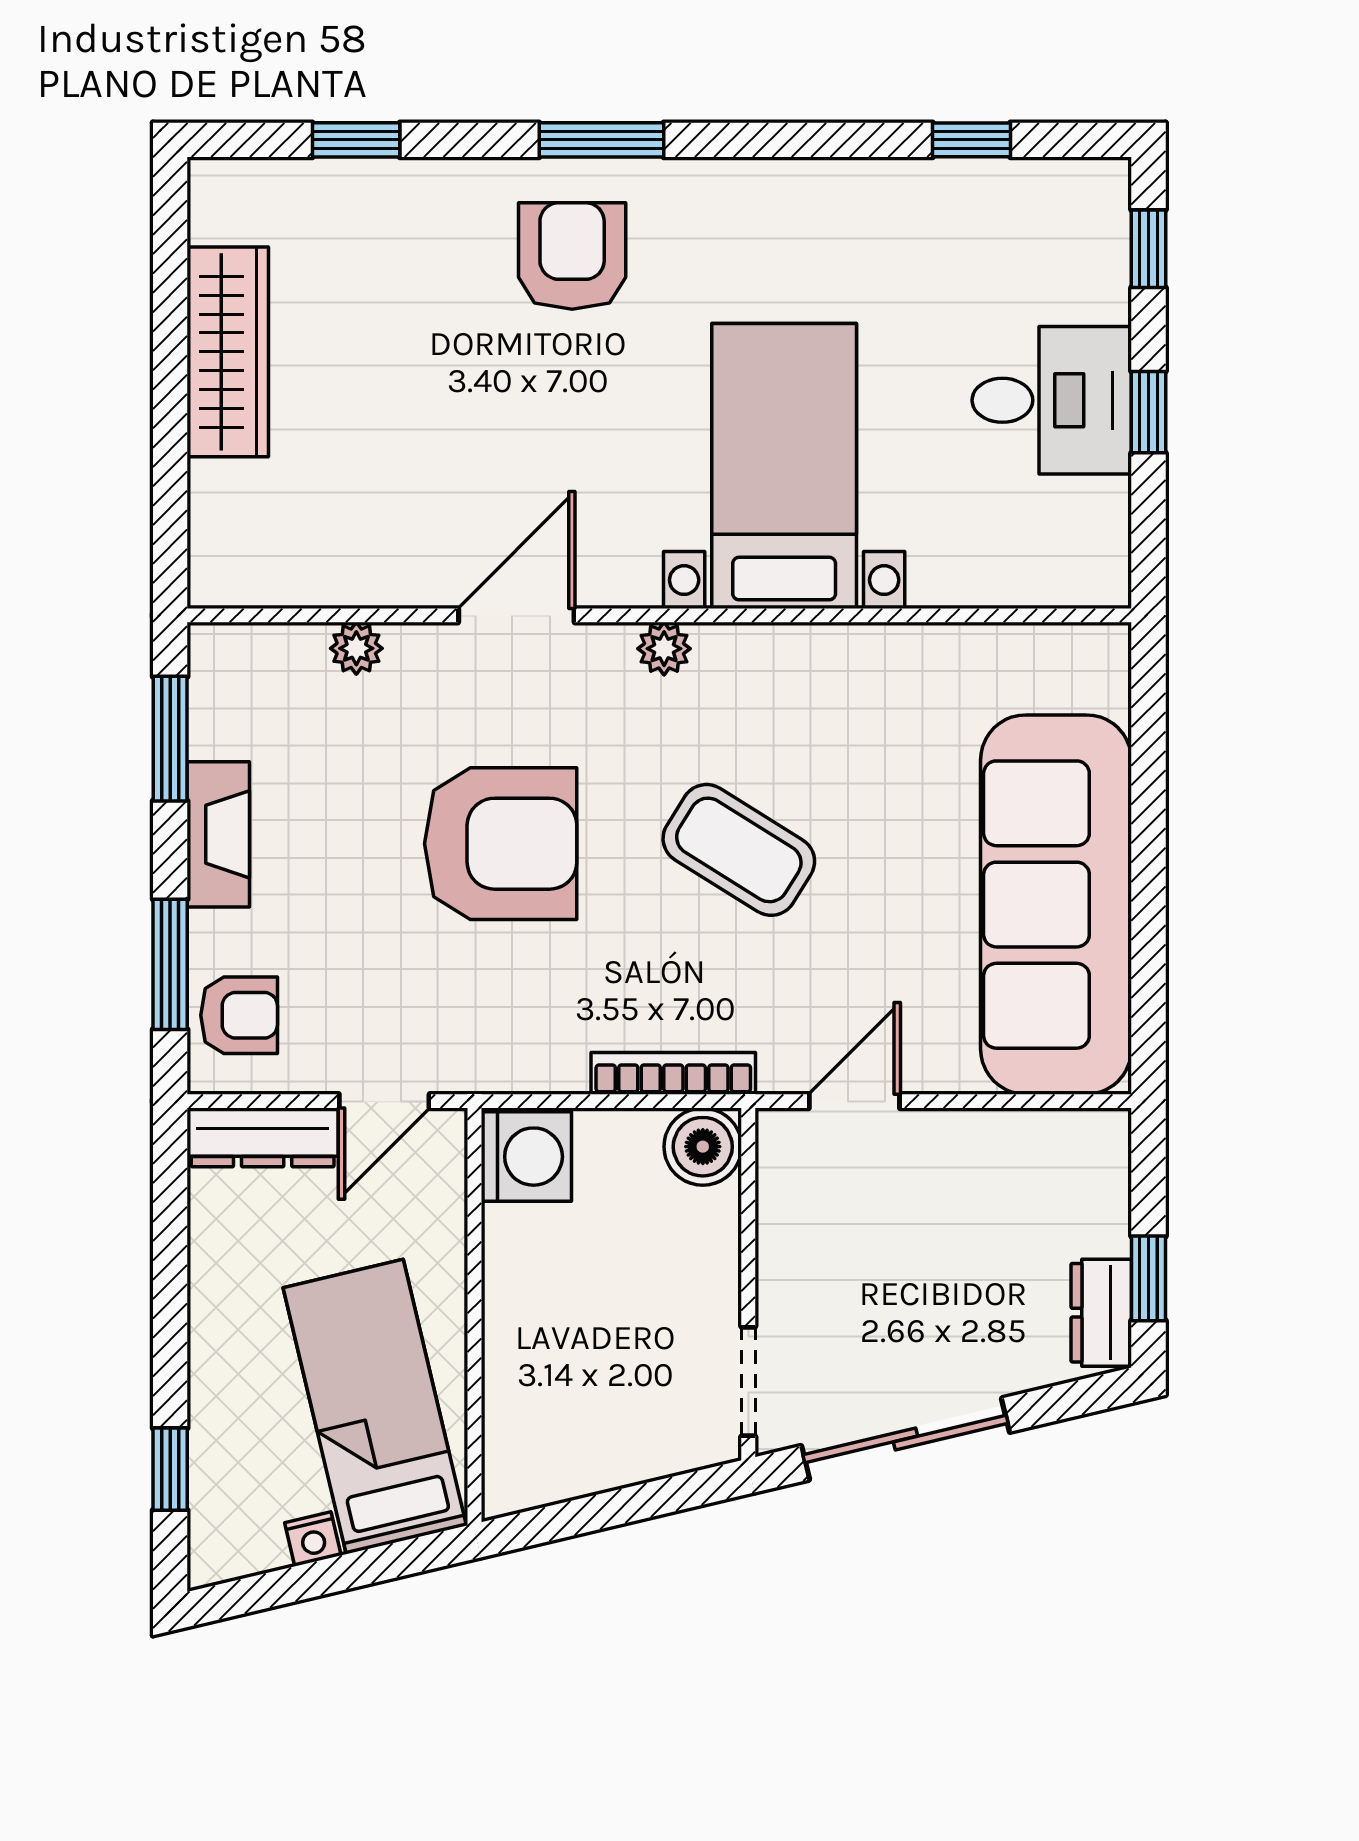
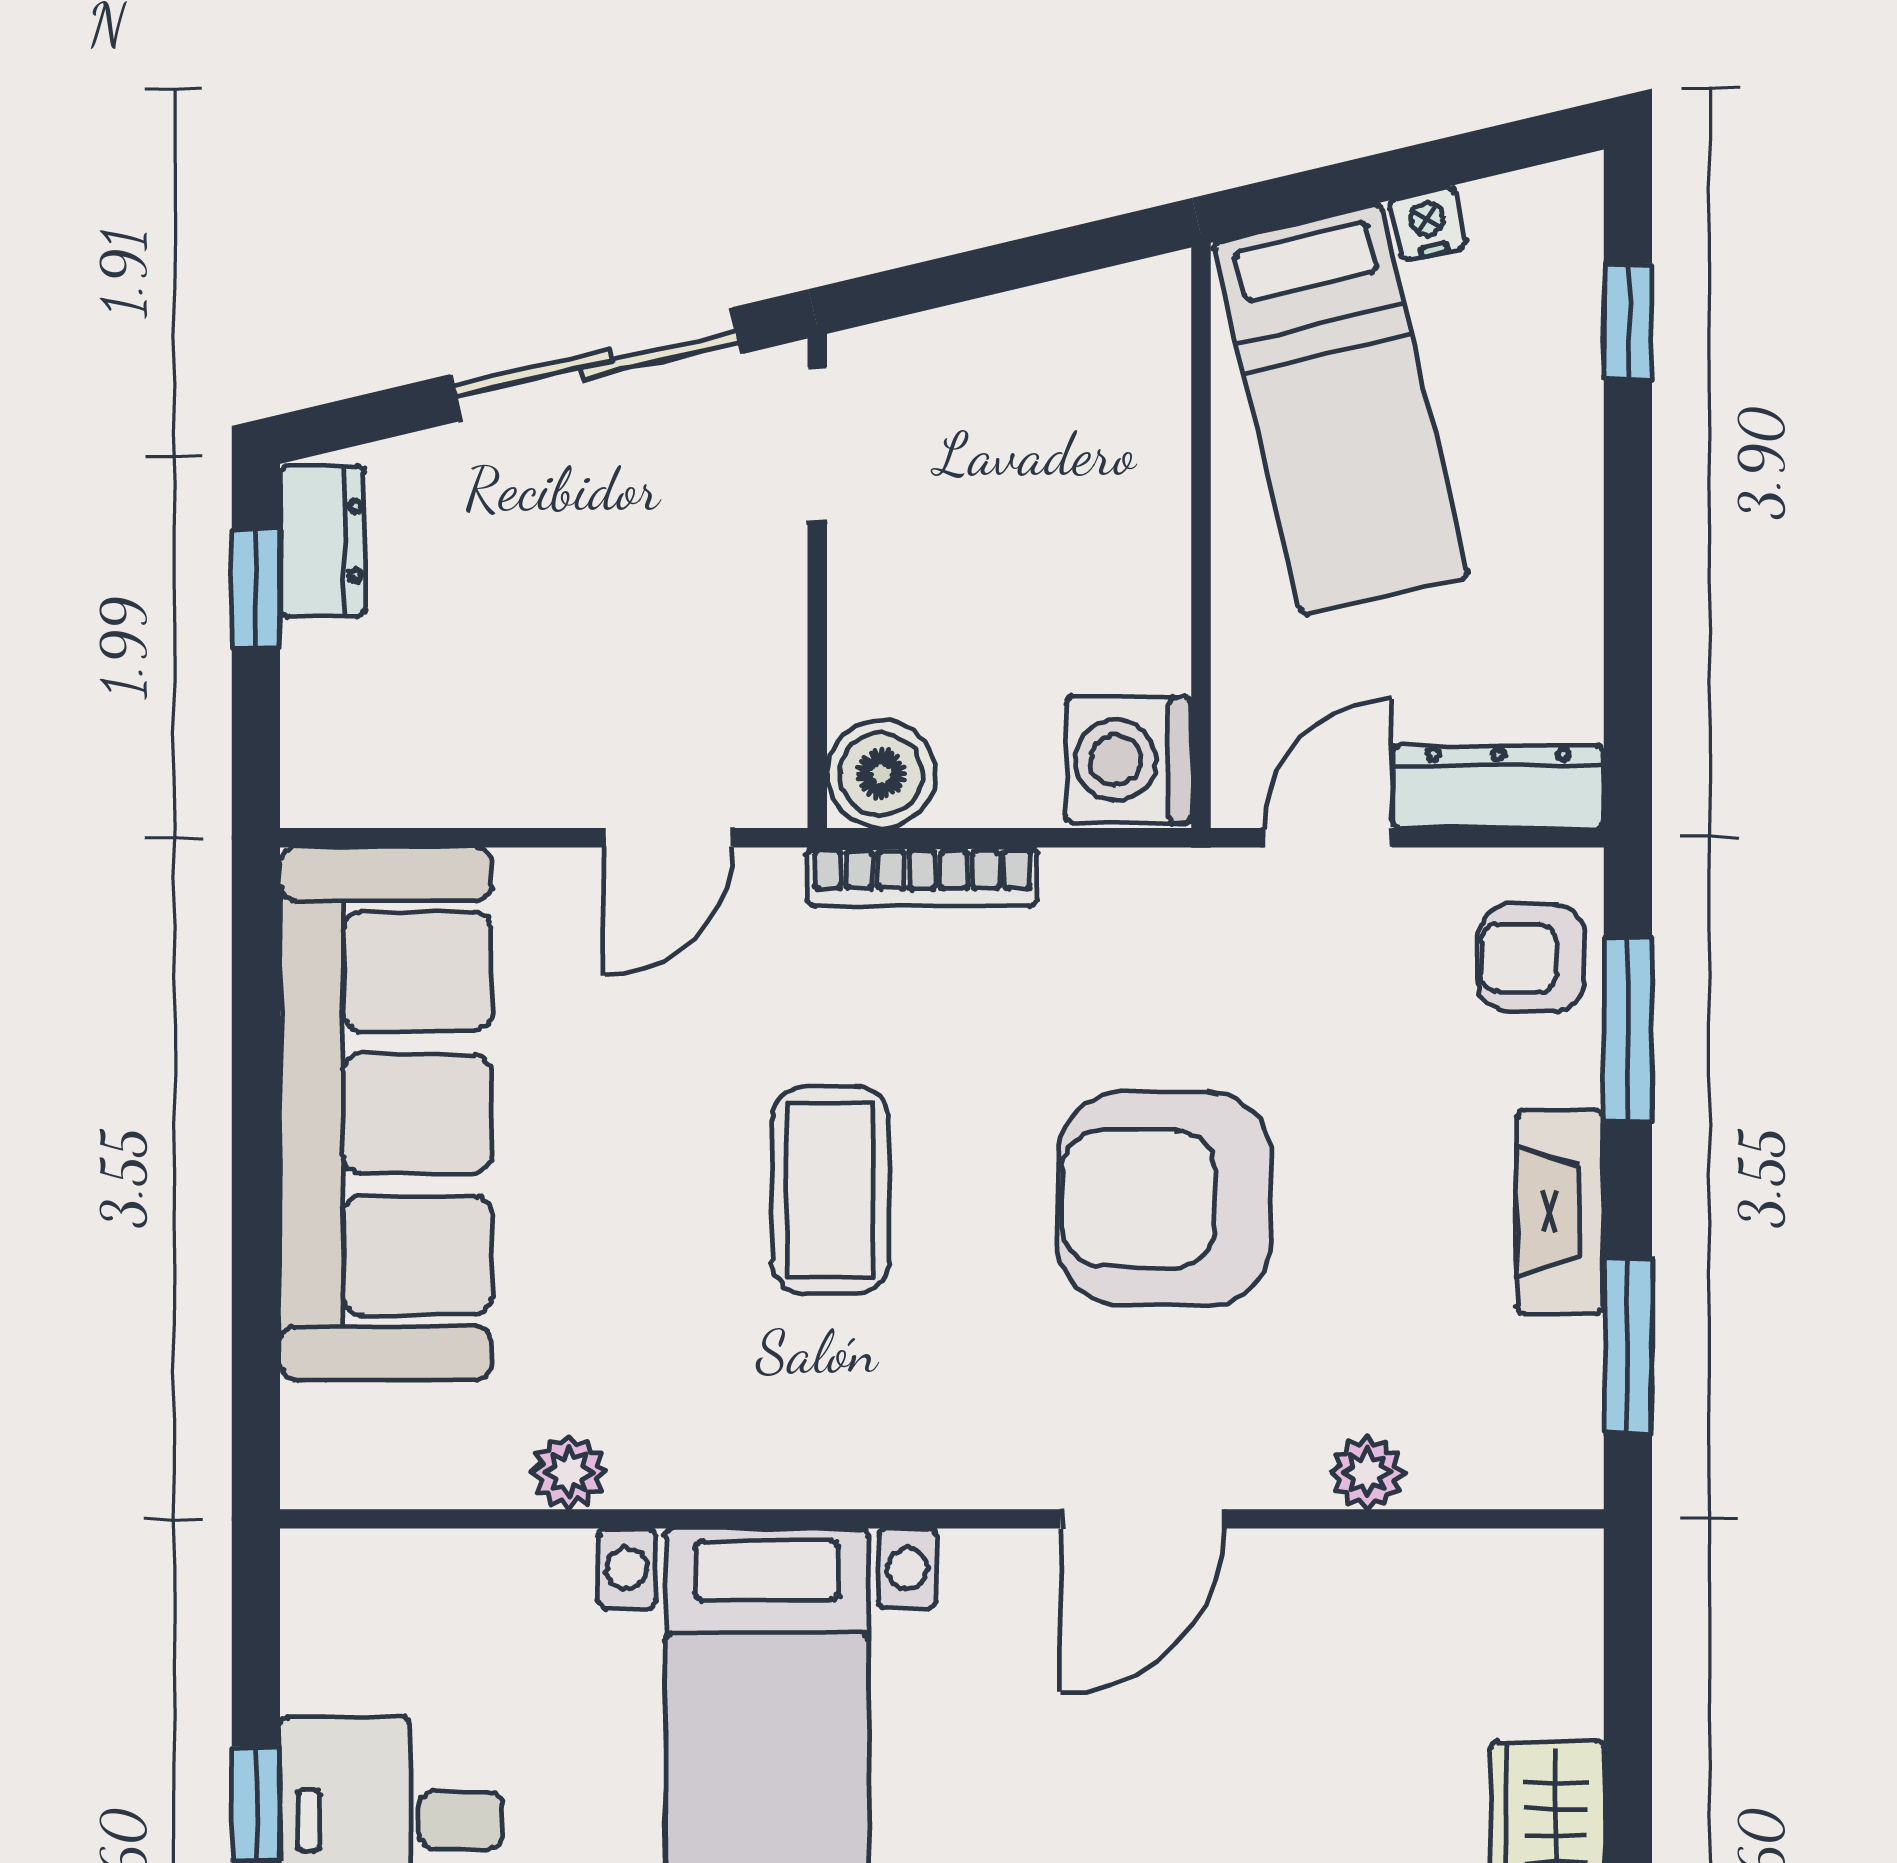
plant: (664, 649) -> (569, 1472), moved
coffee table: (739, 850) -> (830, 1190), turned 58

